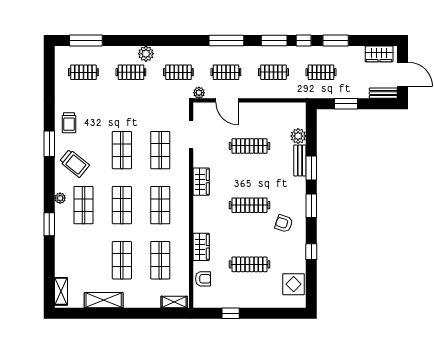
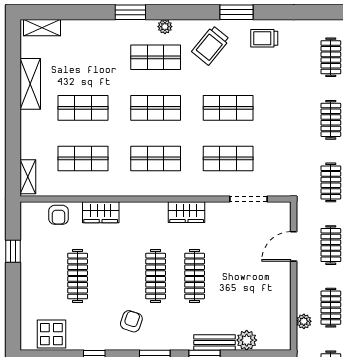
plant: (199, 93) -> (304, 321), moved
clothes rail: (249, 146) -> (195, 276), moved

